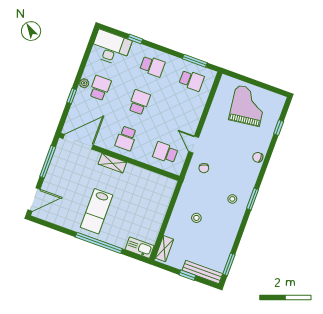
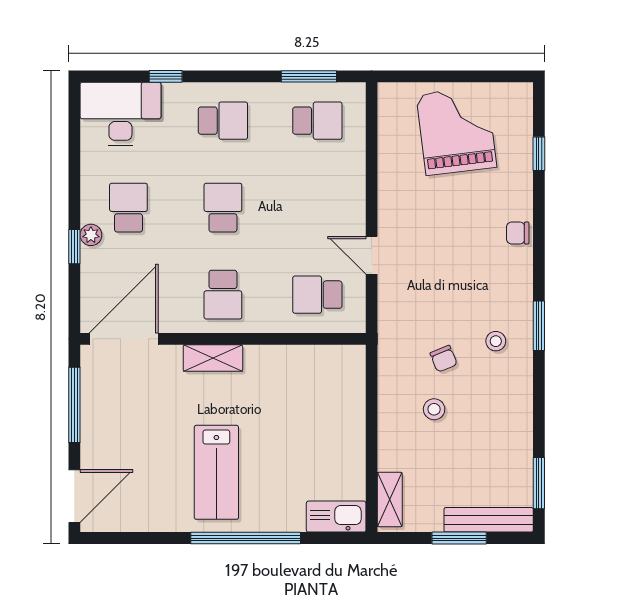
plant: (84, 83) -> (91, 235), moved
chair: (204, 168) -> (444, 359), moved
window: (187, 275) -> (459, 538), width x1.50

